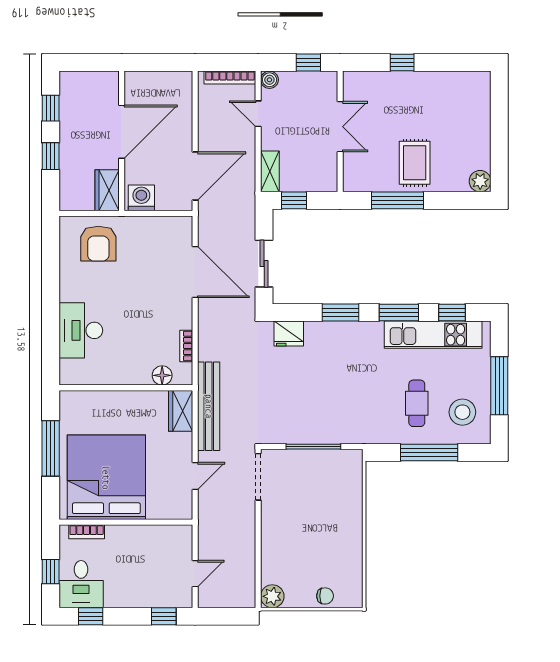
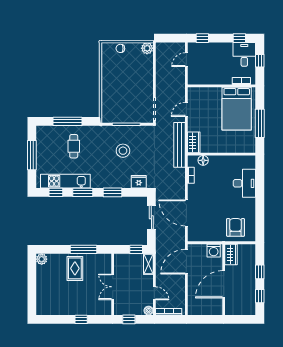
stool: (462, 412) -> (123, 151), moved
bed: (106, 477) -> (237, 109), width x0.73

